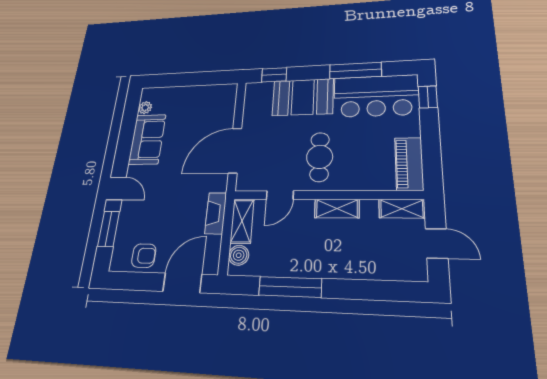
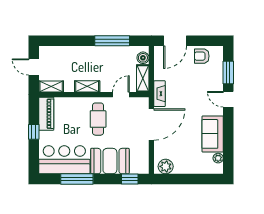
plant: (220, 94) -> (166, 166), added
window: (428, 97) -> (34, 132), moved
fireplace: (216, 213) -> (160, 94), moved

